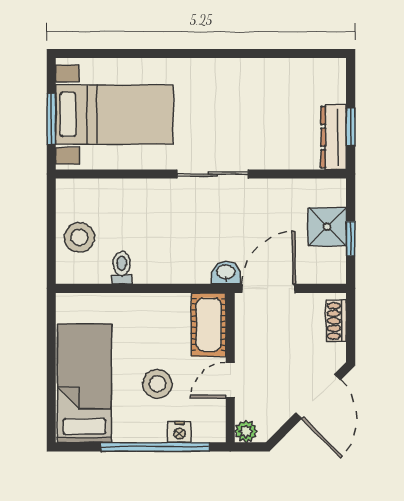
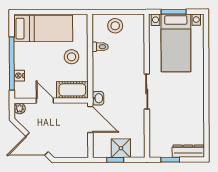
dresser: (334, 137) -> (188, 151), moved
shoe rack: (336, 321) -> (74, 153), removed
stool: (157, 384) -> (72, 57), moved

